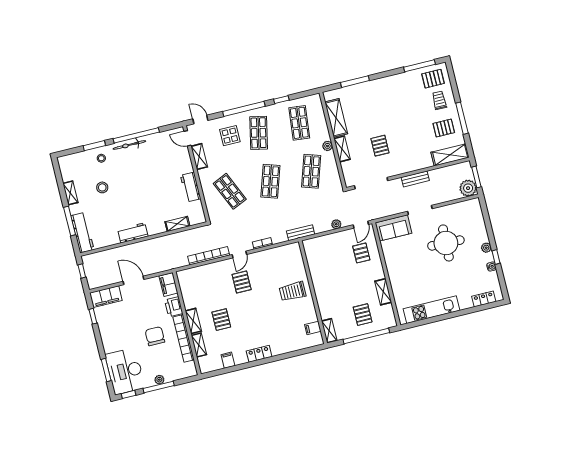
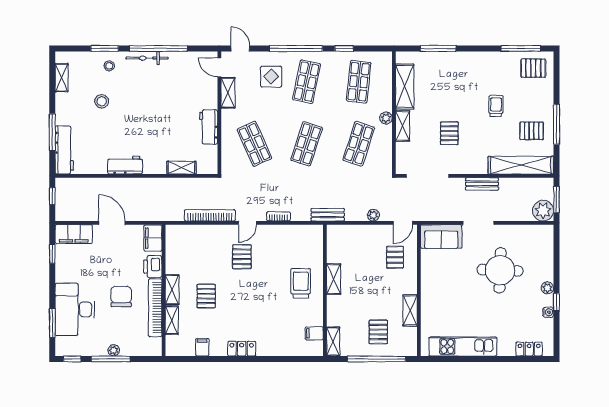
trolley: (439, 100) -> (496, 106), moved
shelving: (450, 155) -> (521, 165), width x1.47
shelving: (70, 193) -> (62, 78), moved
shelving: (318, 282) -> (334, 279), added
trolley: (293, 291) -> (301, 283), turned 90
desk: (125, 371) -> (75, 309), moved

